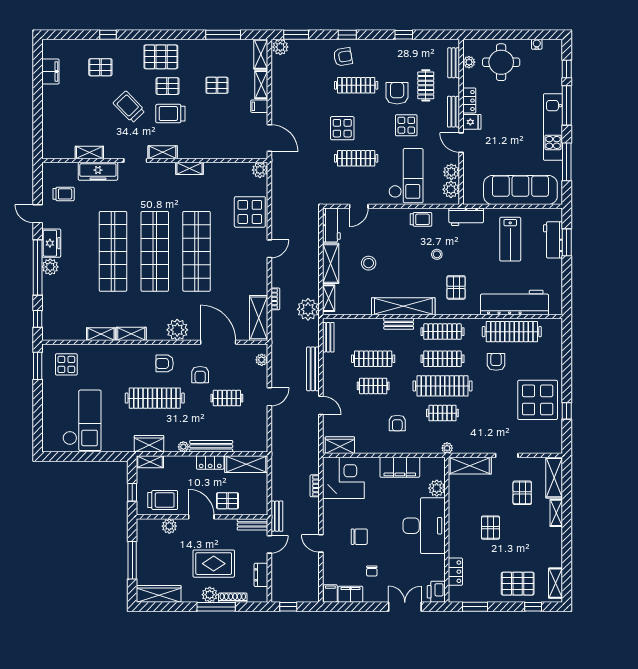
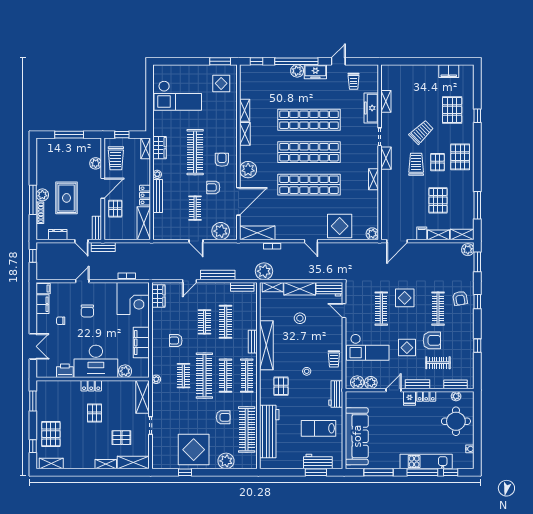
pallet: (100, 67) -> (452, 110), width x1.50, depth x1.42
pallet: (217, 85) -> (438, 200), width x1.50, depth x1.42
kitchen unit: (553, 127) -> (426, 462), moved
pallet: (456, 287) -> (281, 386), turned 90
plant: (552, 358) -> (226, 461), added
plant: (262, 360) -> (221, 231), width x1.88, depth x1.88
pallet: (490, 528) -> (94, 413), turned 90
locker: (455, 572) -> (91, 386), moved
printer: (436, 592) -> (65, 371), moved
wardrobe: (159, 594) -> (43, 155), removed

